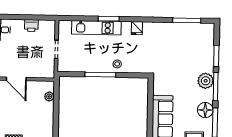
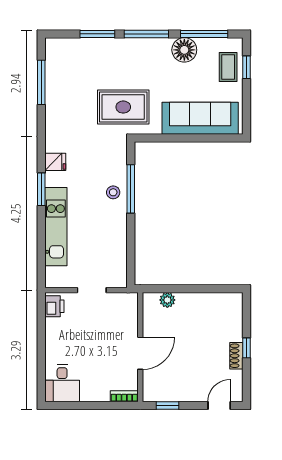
window: (109, 19) -> (41, 189), moved
printer: (31, 26) -> (54, 306), moved
rug: (170, 71) -> (123, 107), added
window: (100, 75) -> (131, 189), moved
plant: (206, 81) -> (137, 50), removed

